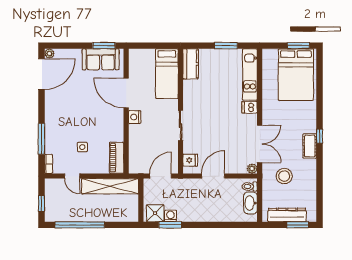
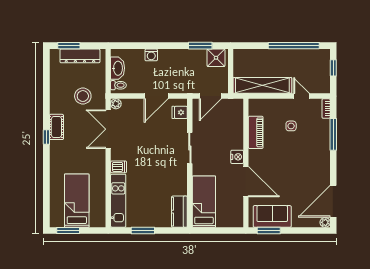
bed: (296, 75) -> (77, 201), width x0.67
piano: (117, 158) -> (256, 132), moved
washing machine: (171, 216) -> (151, 55), moved

